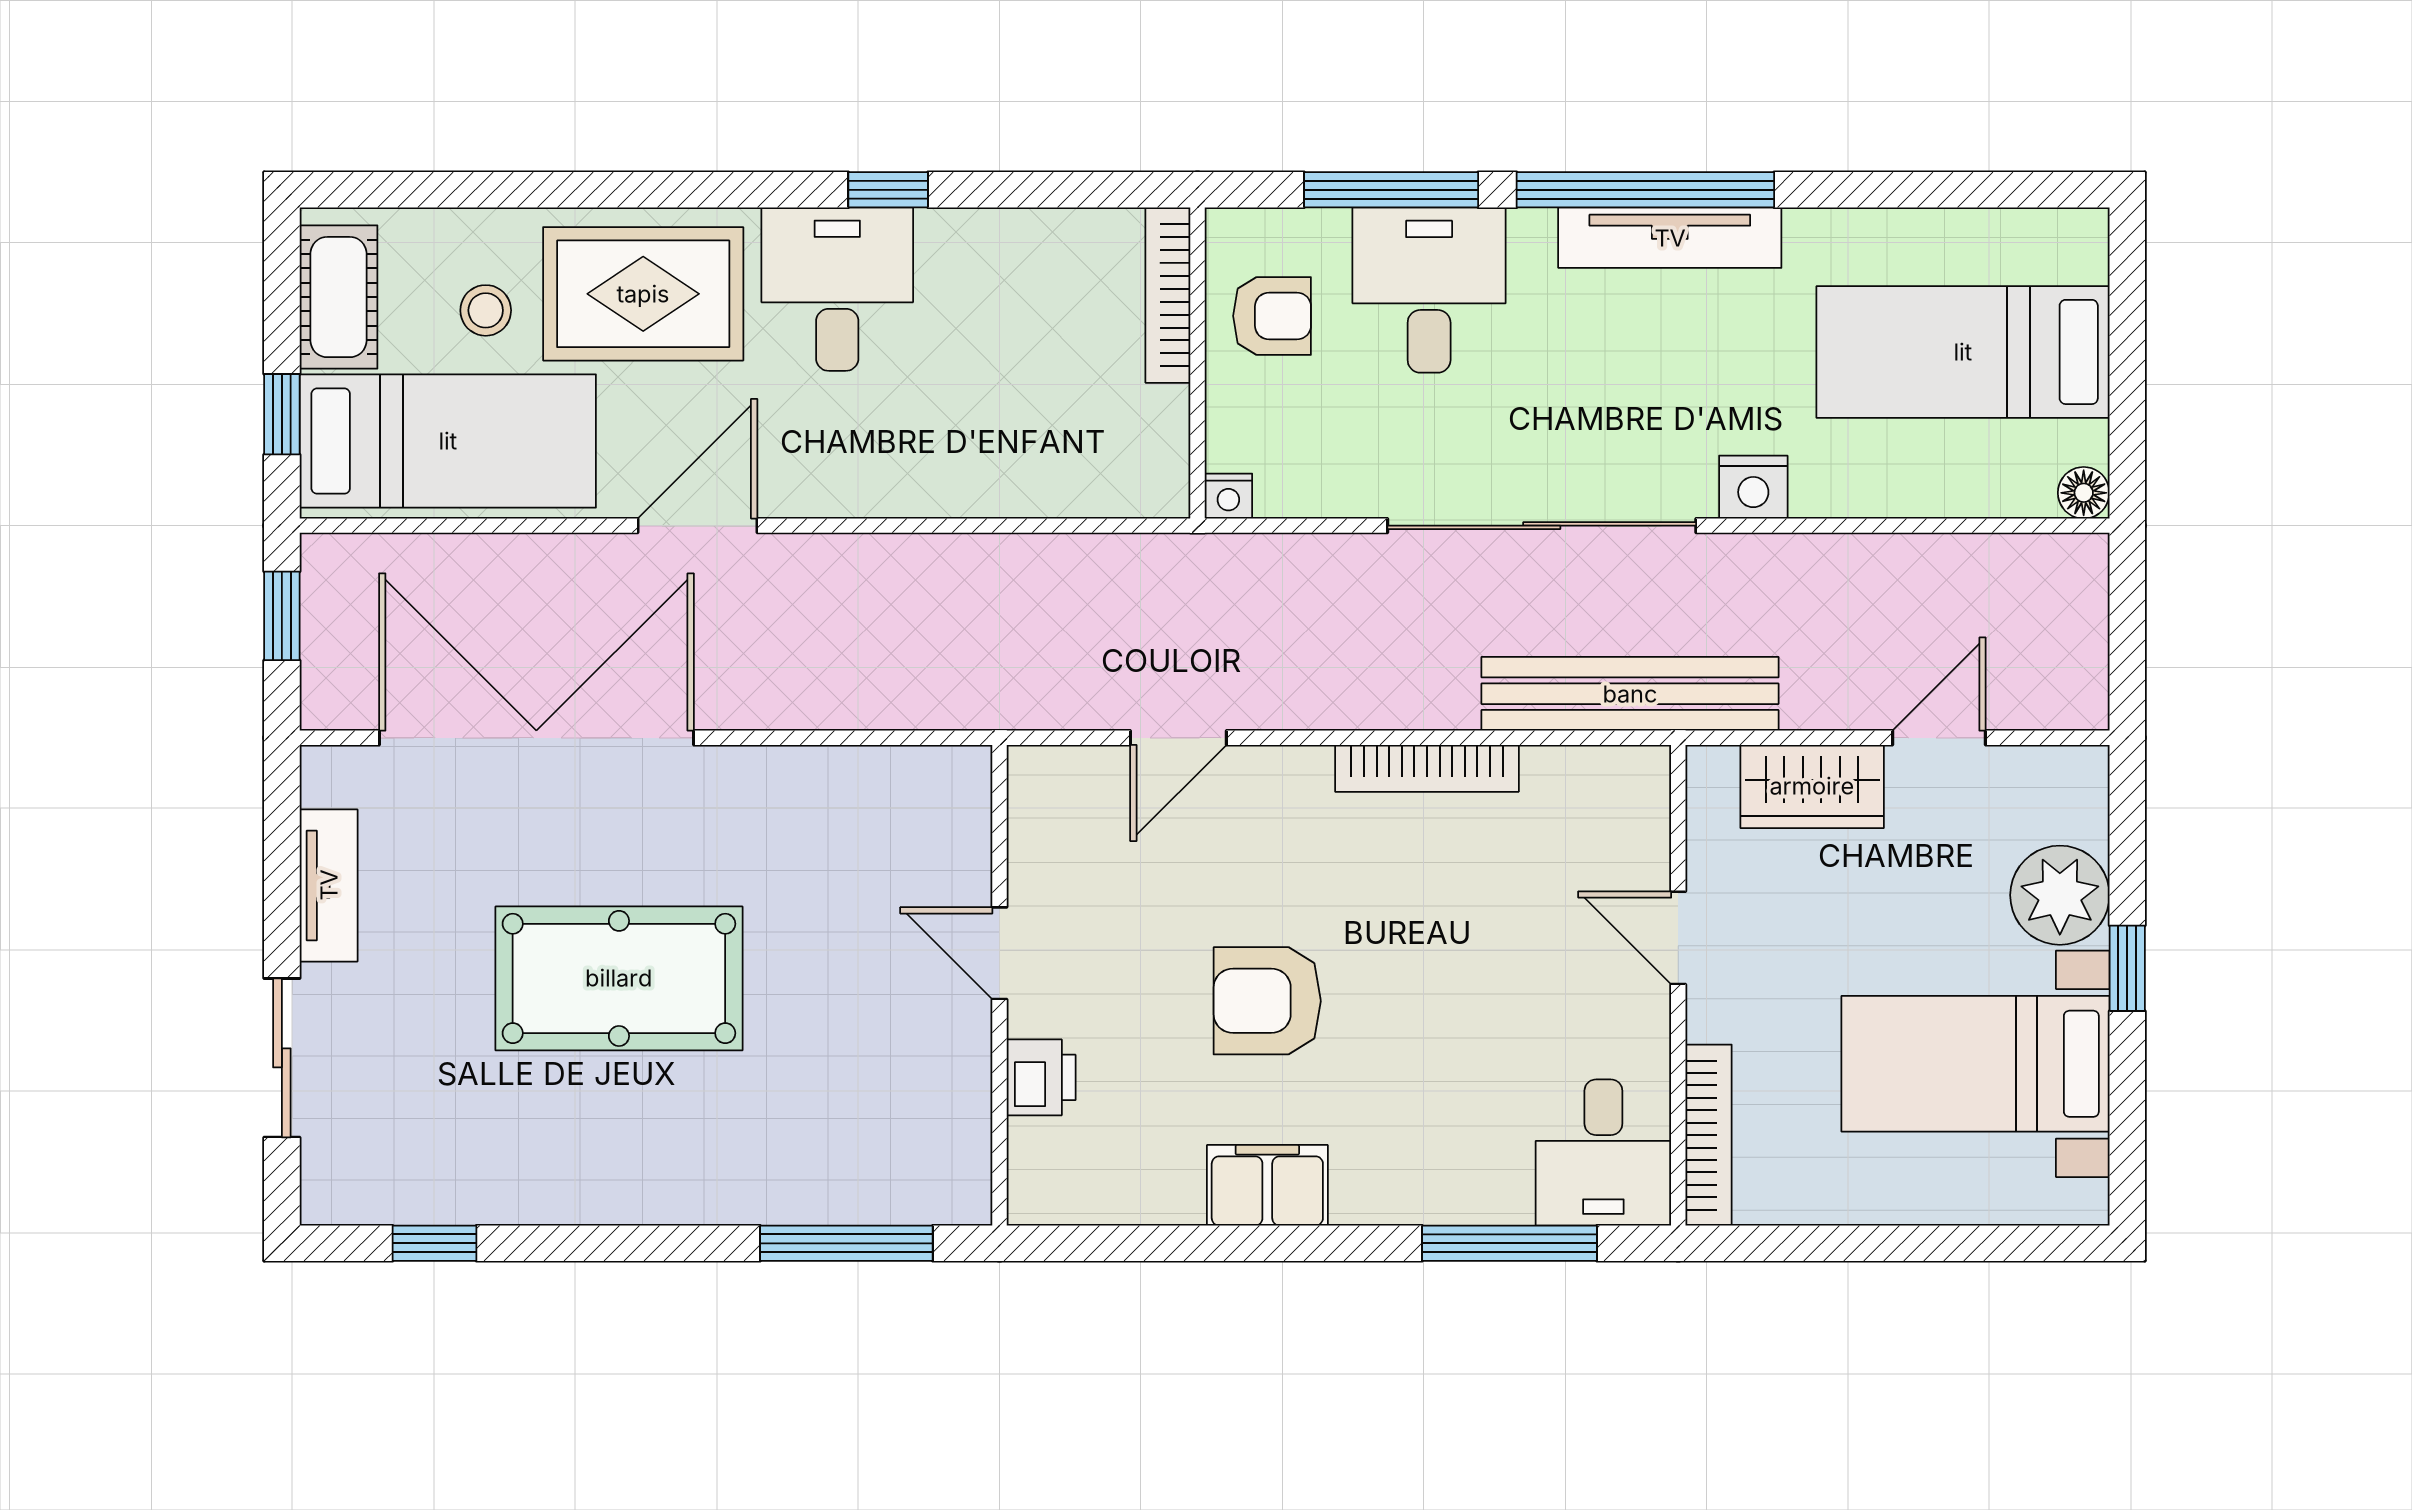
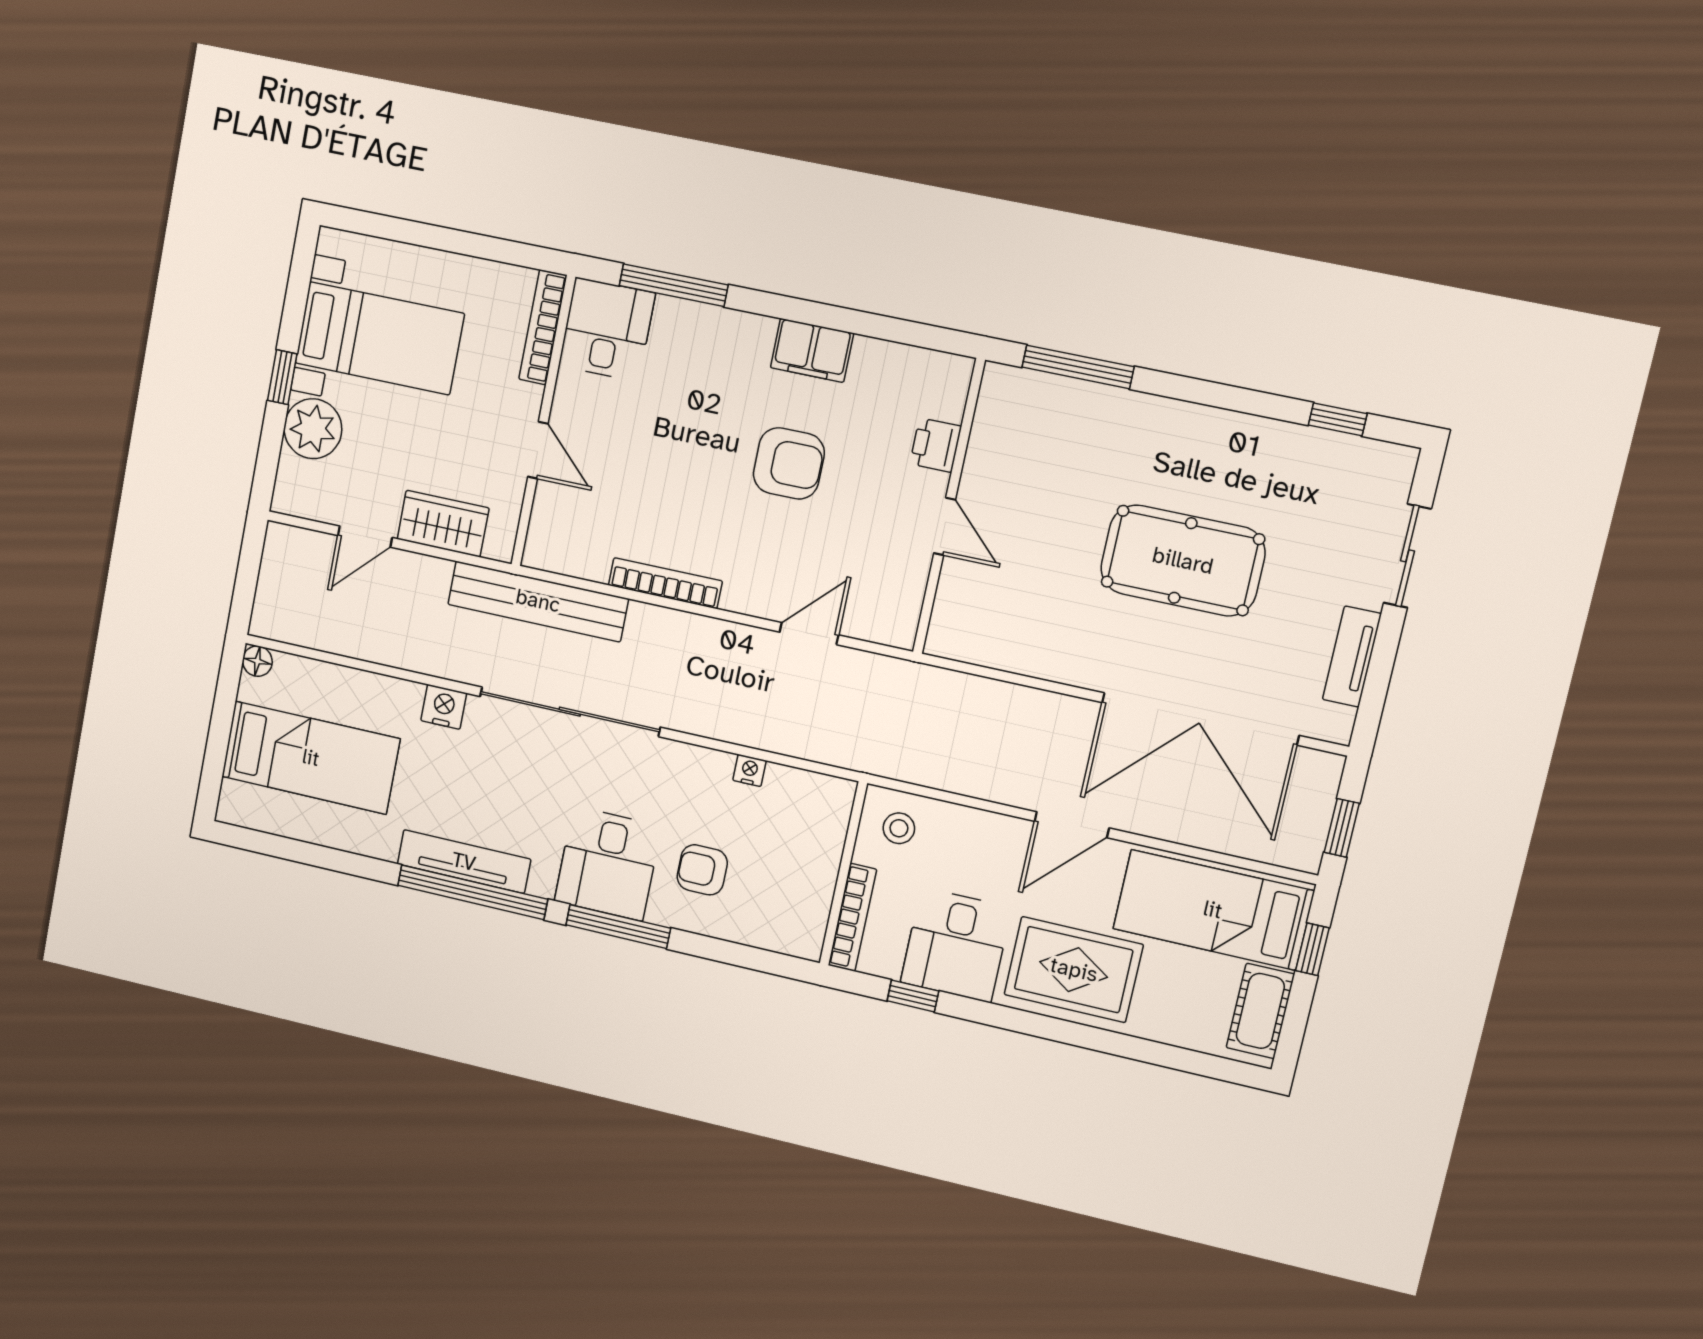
bookcase: (1168, 295) -> (852, 917), moved
stool: (486, 310) -> (899, 828), moved
wall: (1197, 363) -> (843, 874), moved

